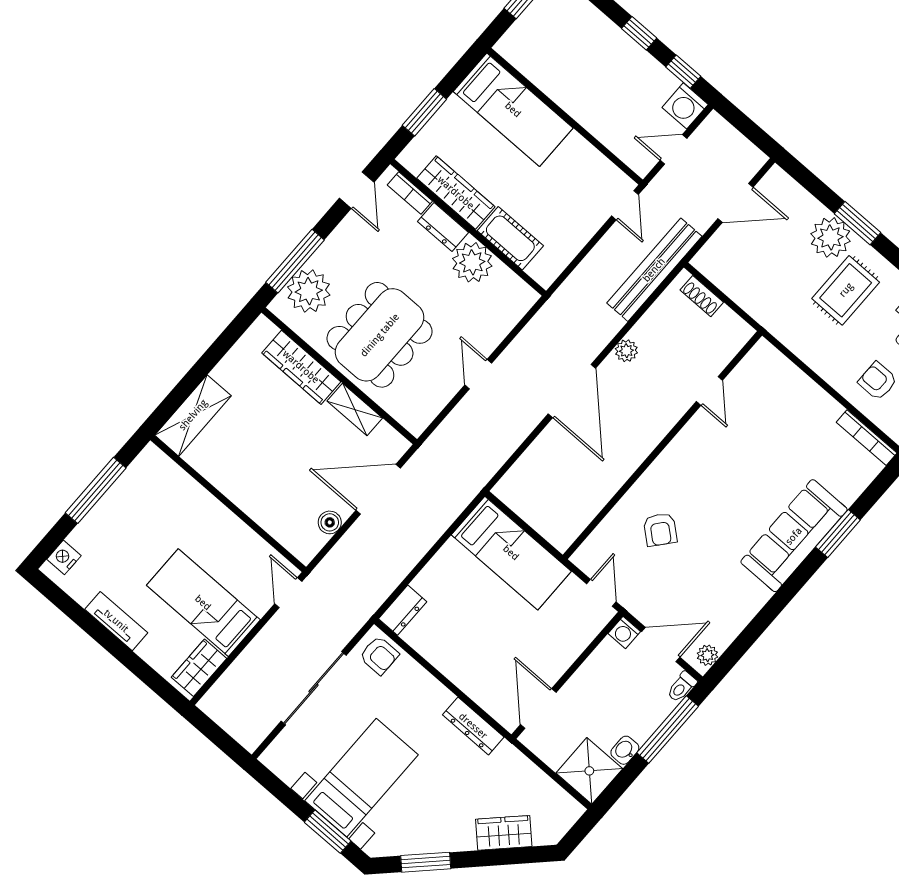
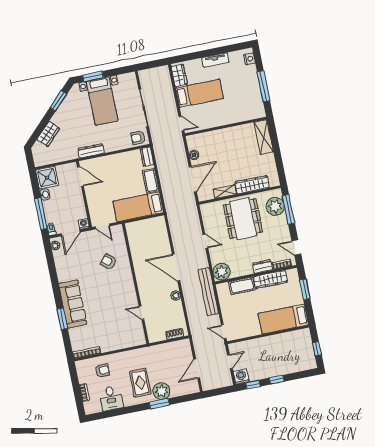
plant: (472, 262) -> (221, 272), moved
bench: (654, 270) -> (208, 292), moved
cot: (443, 568) -> (151, 181), added

